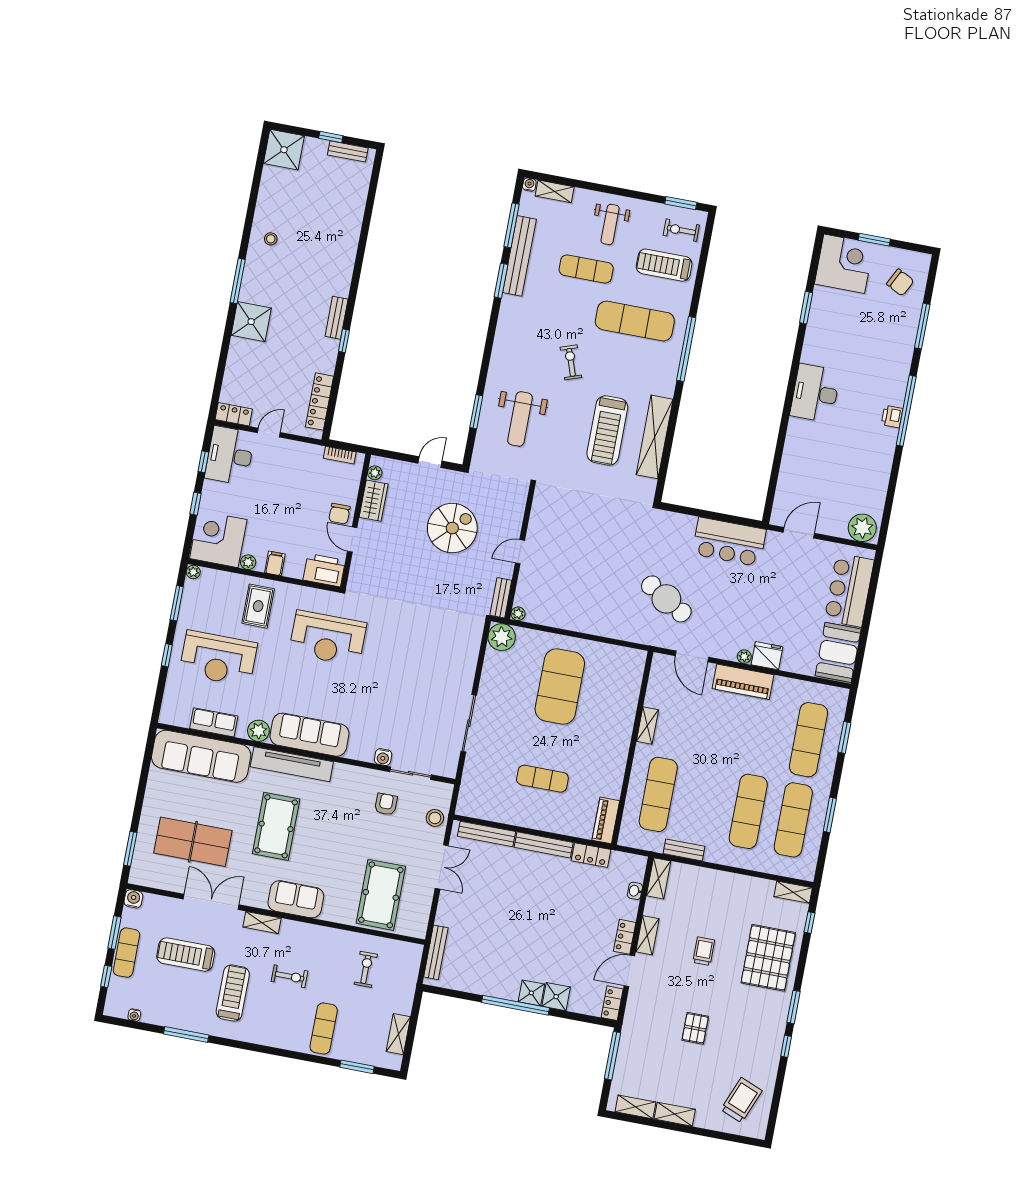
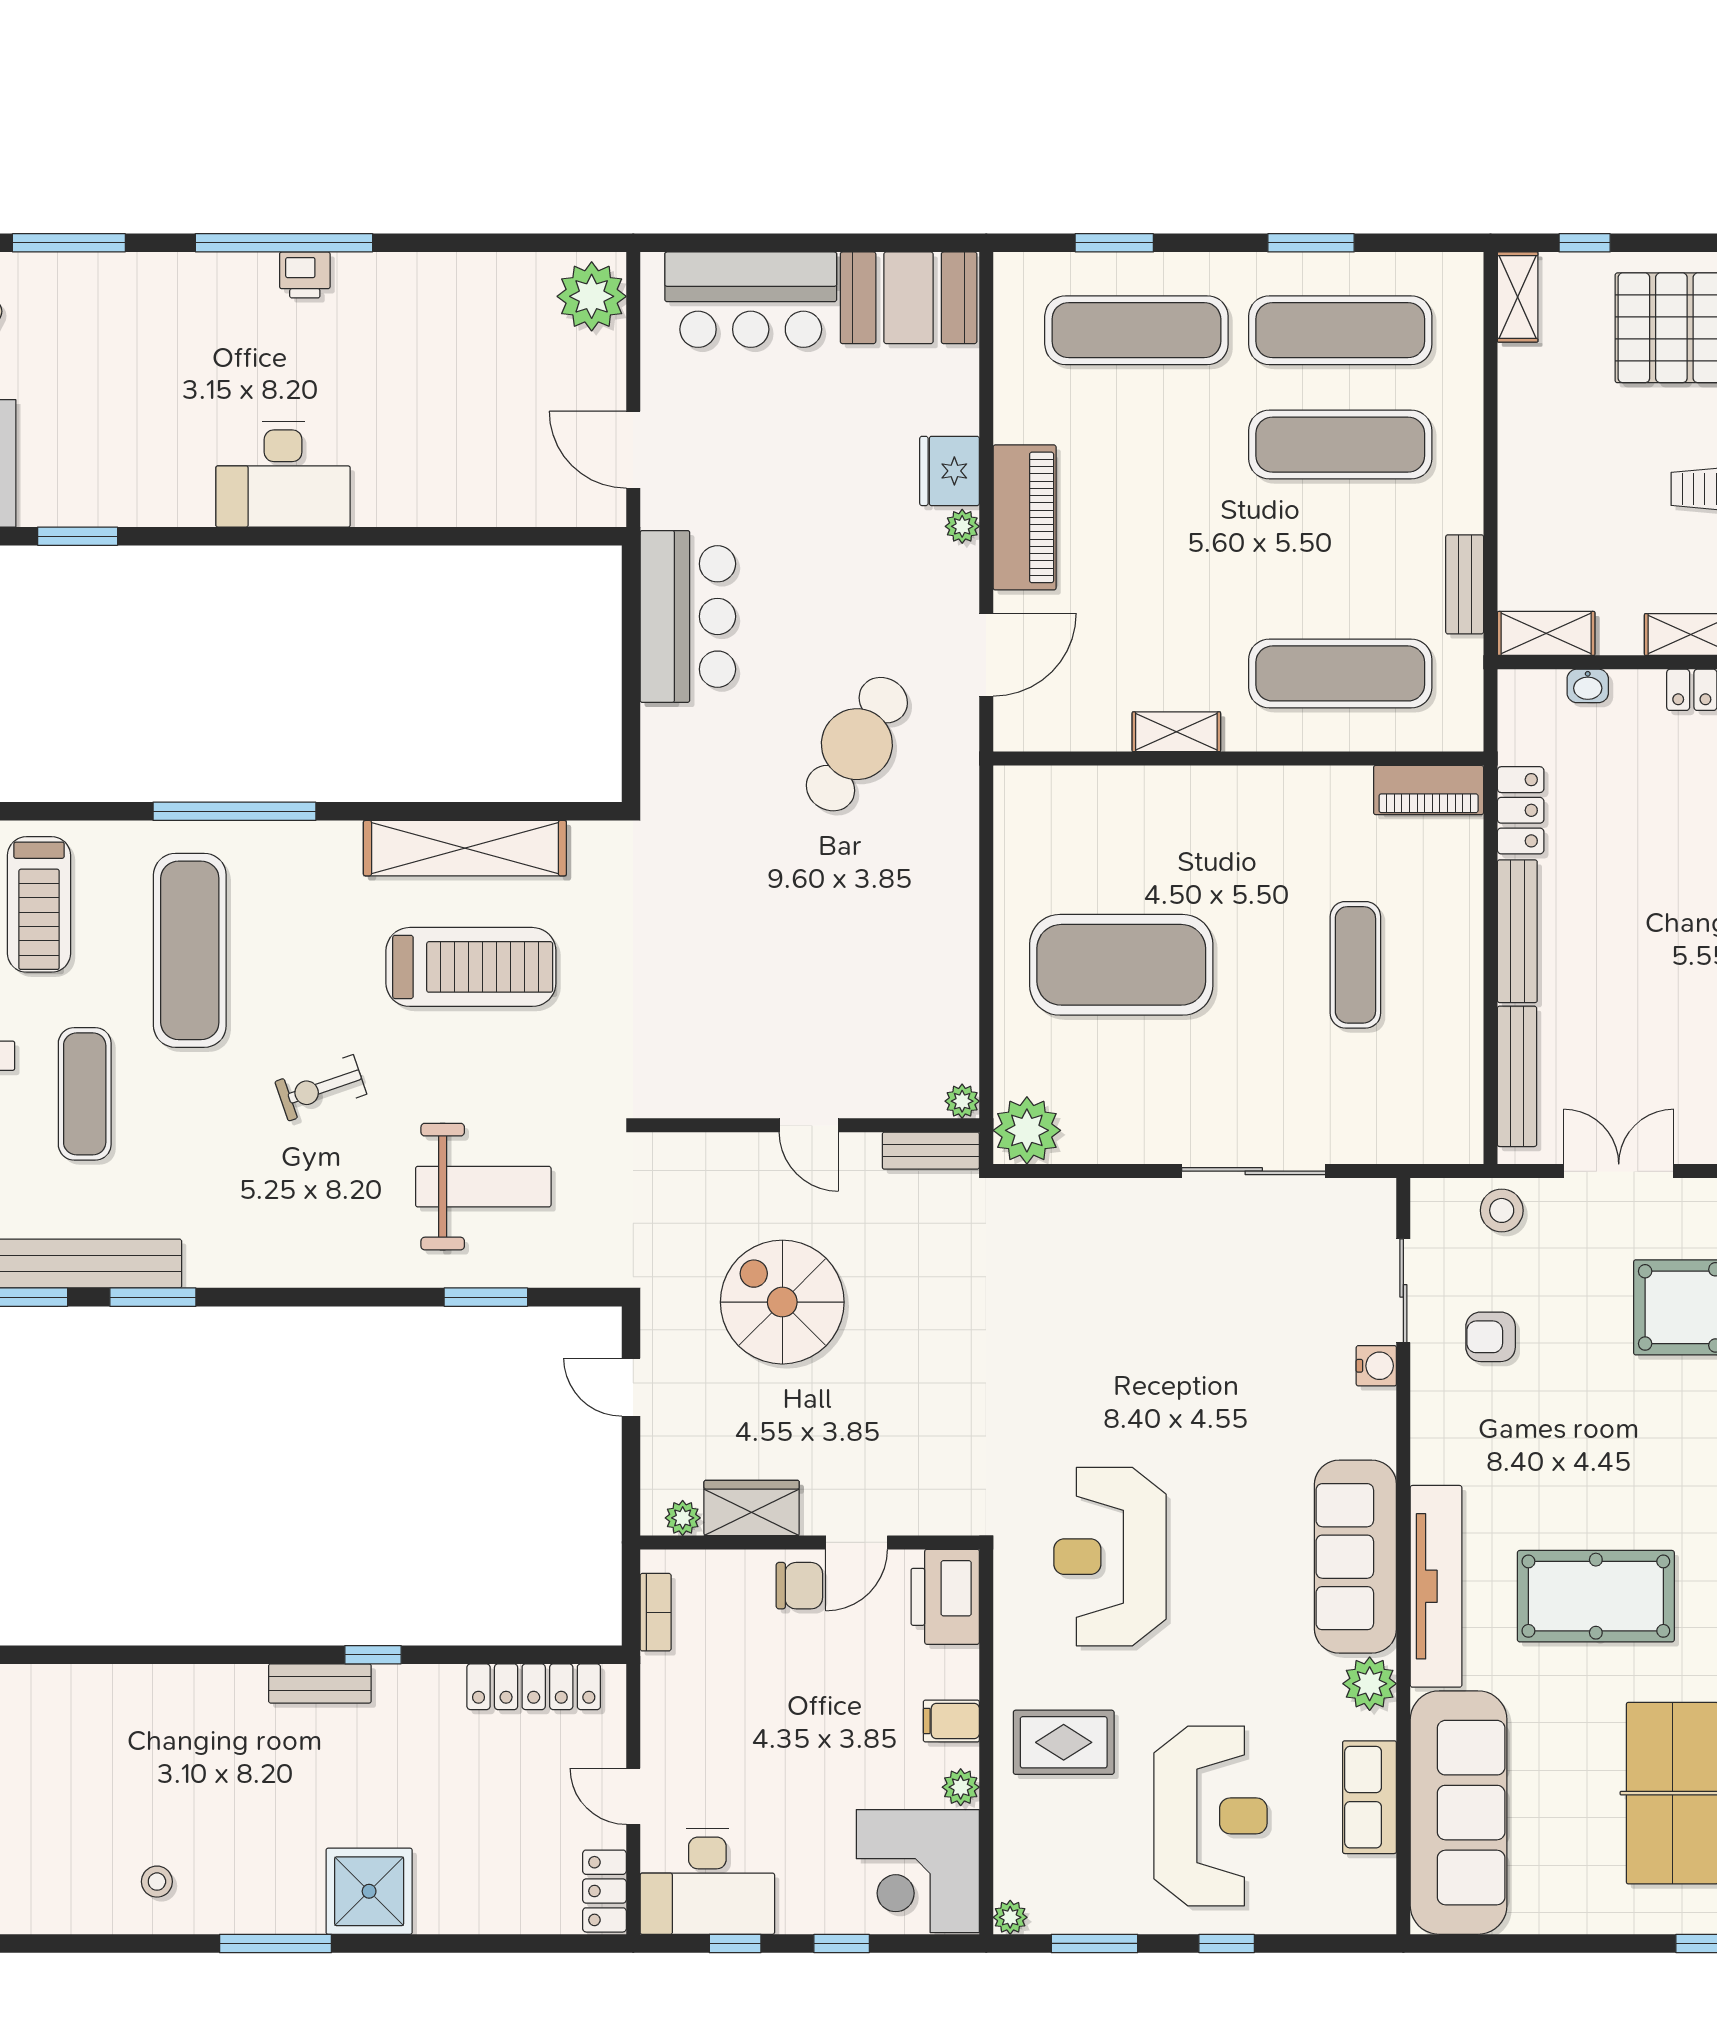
reception desk: (328, 638) -> (1110, 1557), turned 180

